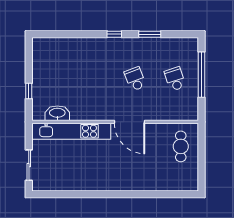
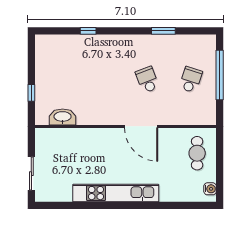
window: (114, 34) -> (88, 31), moved
school desk: (175, 79) -> (191, 80), turned 36
kitchen unit: (71, 131) -> (116, 193), moved, turned 180
water cooler: (193, 179) -> (210, 189), added

